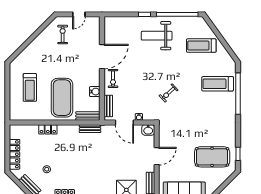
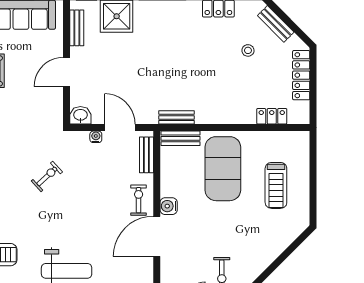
treadmill: (30, 87) -> (276, 185), turned 180
water cooler: (95, 92) -> (169, 206), moved
locker: (48, 129) -> (272, 116), moved

